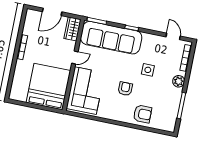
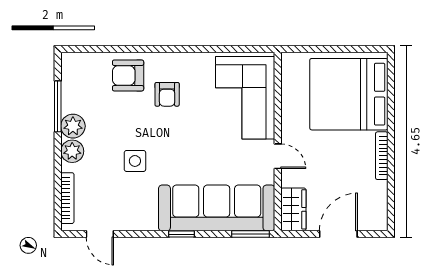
door: (75, 58) -> (278, 156), swing flipped
bed: (48, 87) -> (349, 94), moved, turned 90
armchair: (125, 89) -> (167, 94), moved
plant: (176, 94) -> (73, 126), added

